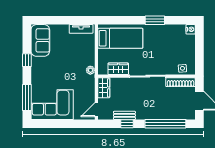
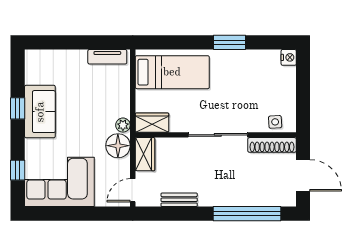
sofa: (40, 40) -> (40, 112), moved
wardrobe: (118, 69) -> (152, 123), moved
floor lamp: (87, 83) -> (118, 146), added
window: (27, 97) -> (18, 170), width x0.46
window: (127, 124) -> (183, 214), removed

